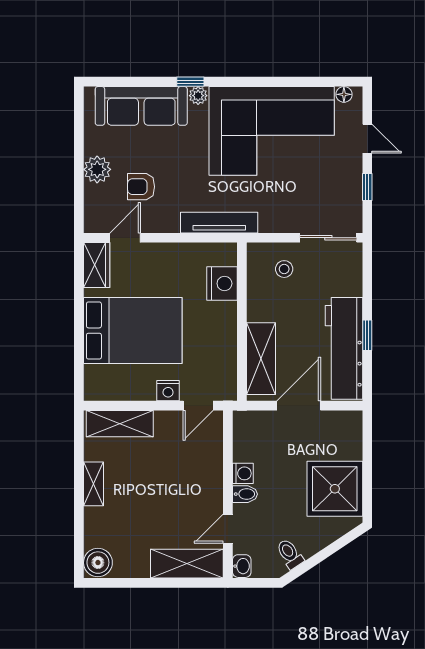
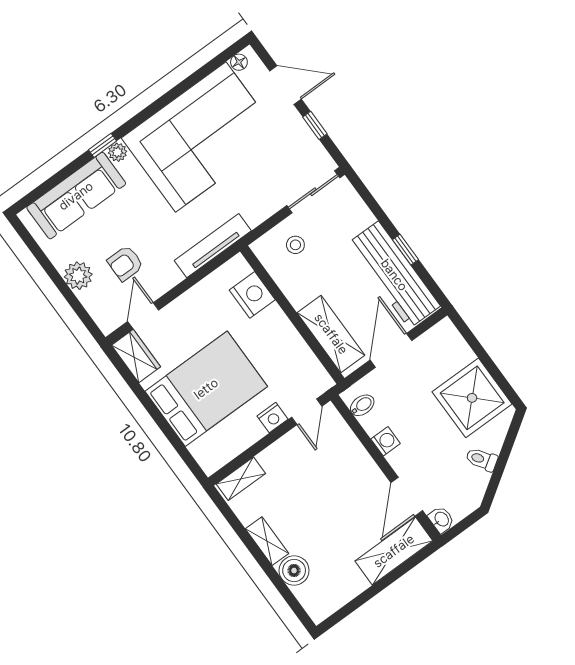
door: (367, 139) -> (285, 85), width x1.38
shelving: (120, 424) -> (241, 479), width x0.67, depth x0.75
bidet: (245, 494) -> (362, 405), moved
door: (228, 529) -> (407, 497), width x1.38
toilet: (290, 554) -> (482, 459), moved
boiler: (98, 563) -> (294, 570), moved

